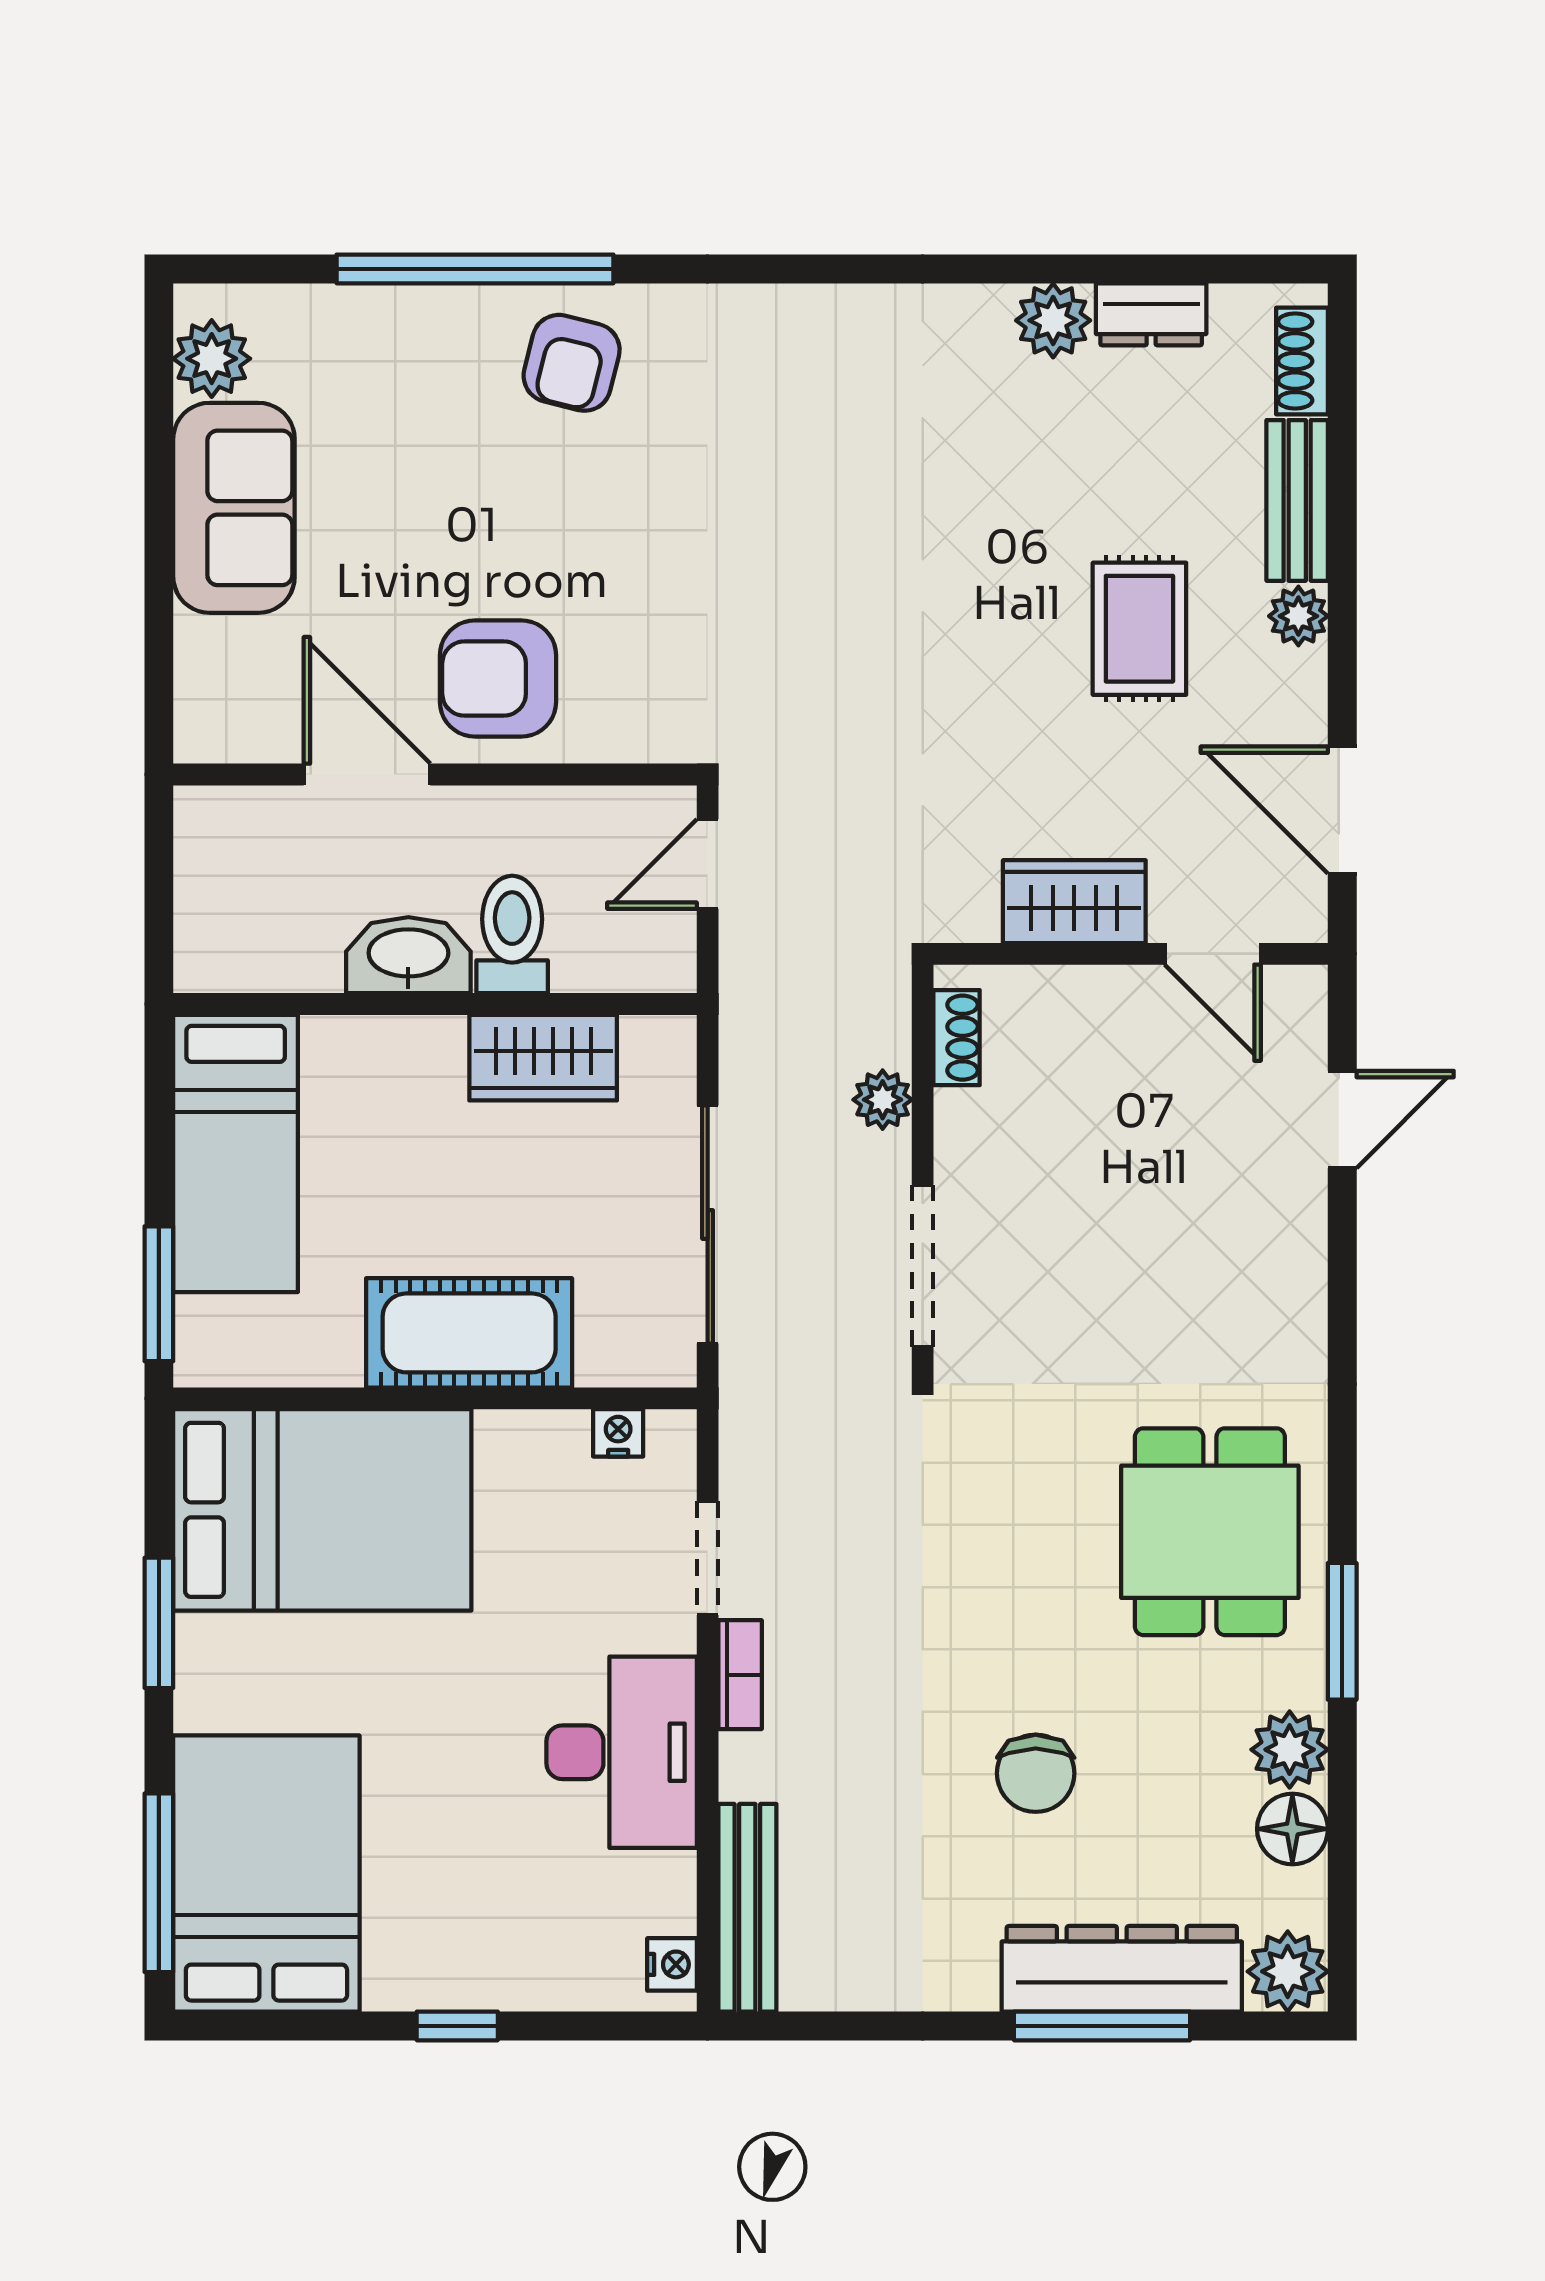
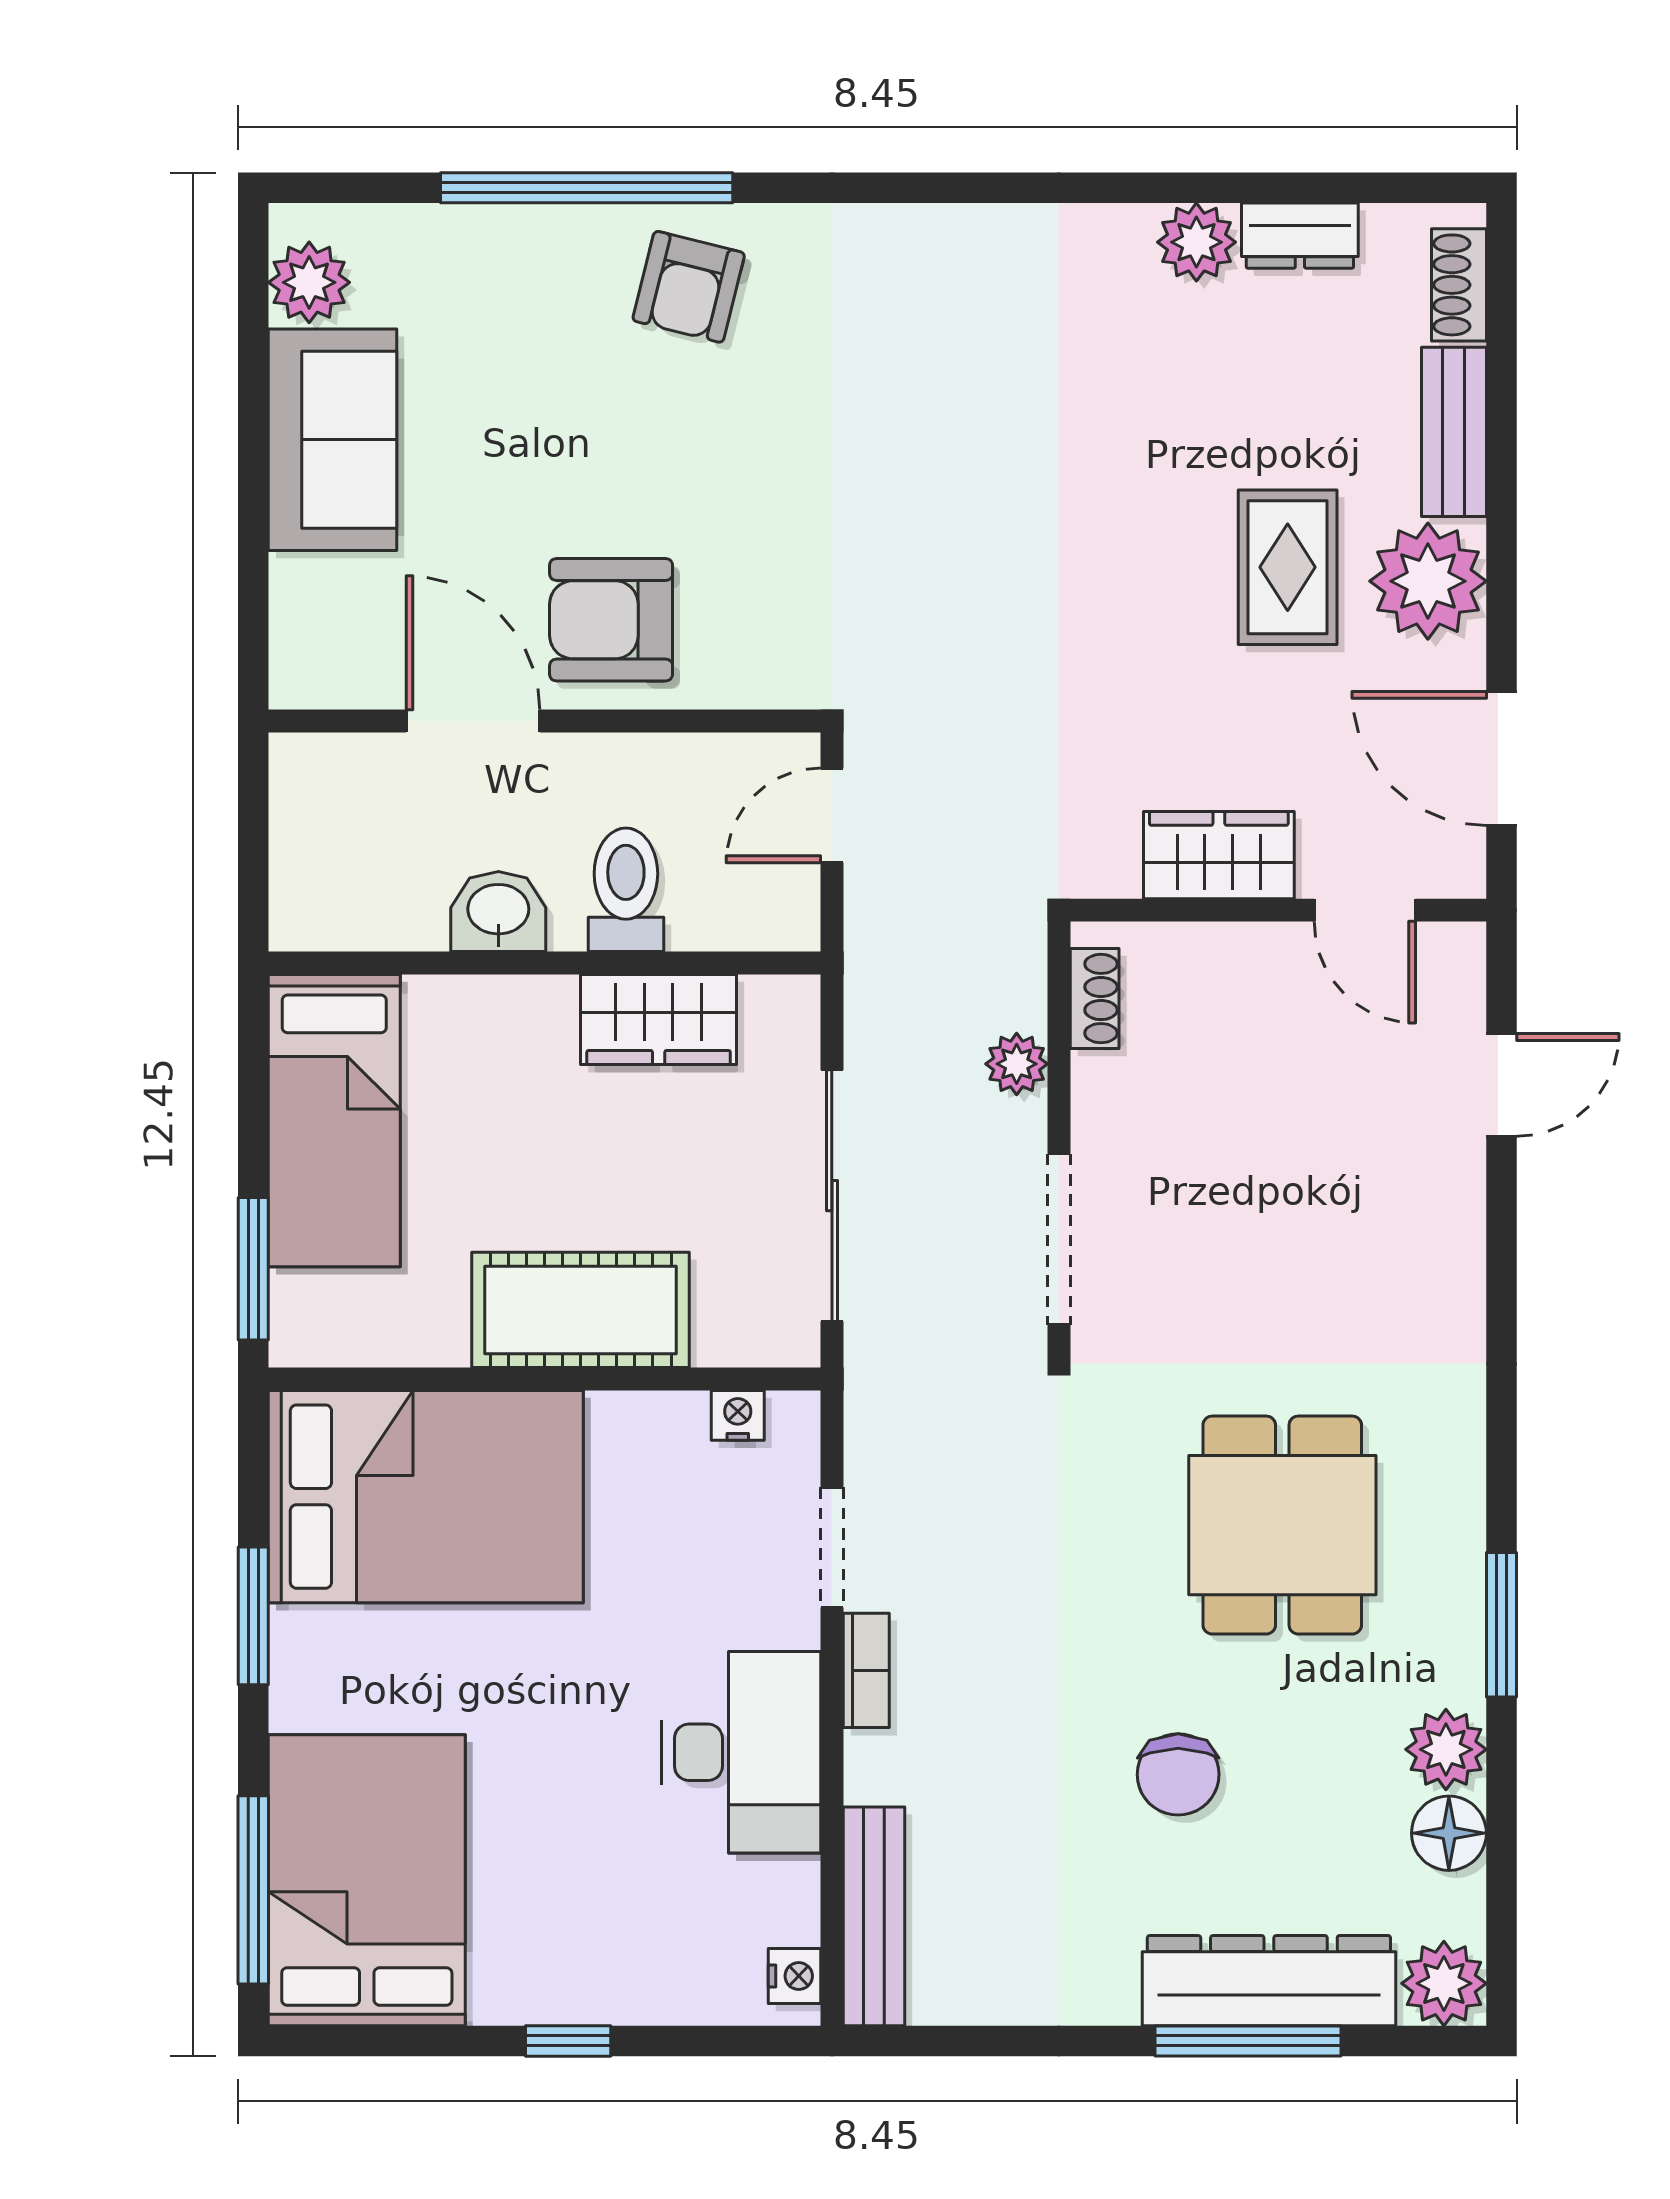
plant: (1298, 616) -> (1428, 581), width x1.88, depth x1.88
washbasin: (408, 955) -> (498, 912), width x0.72
dining table: (1210, 1532) -> (1282, 1525), moved

